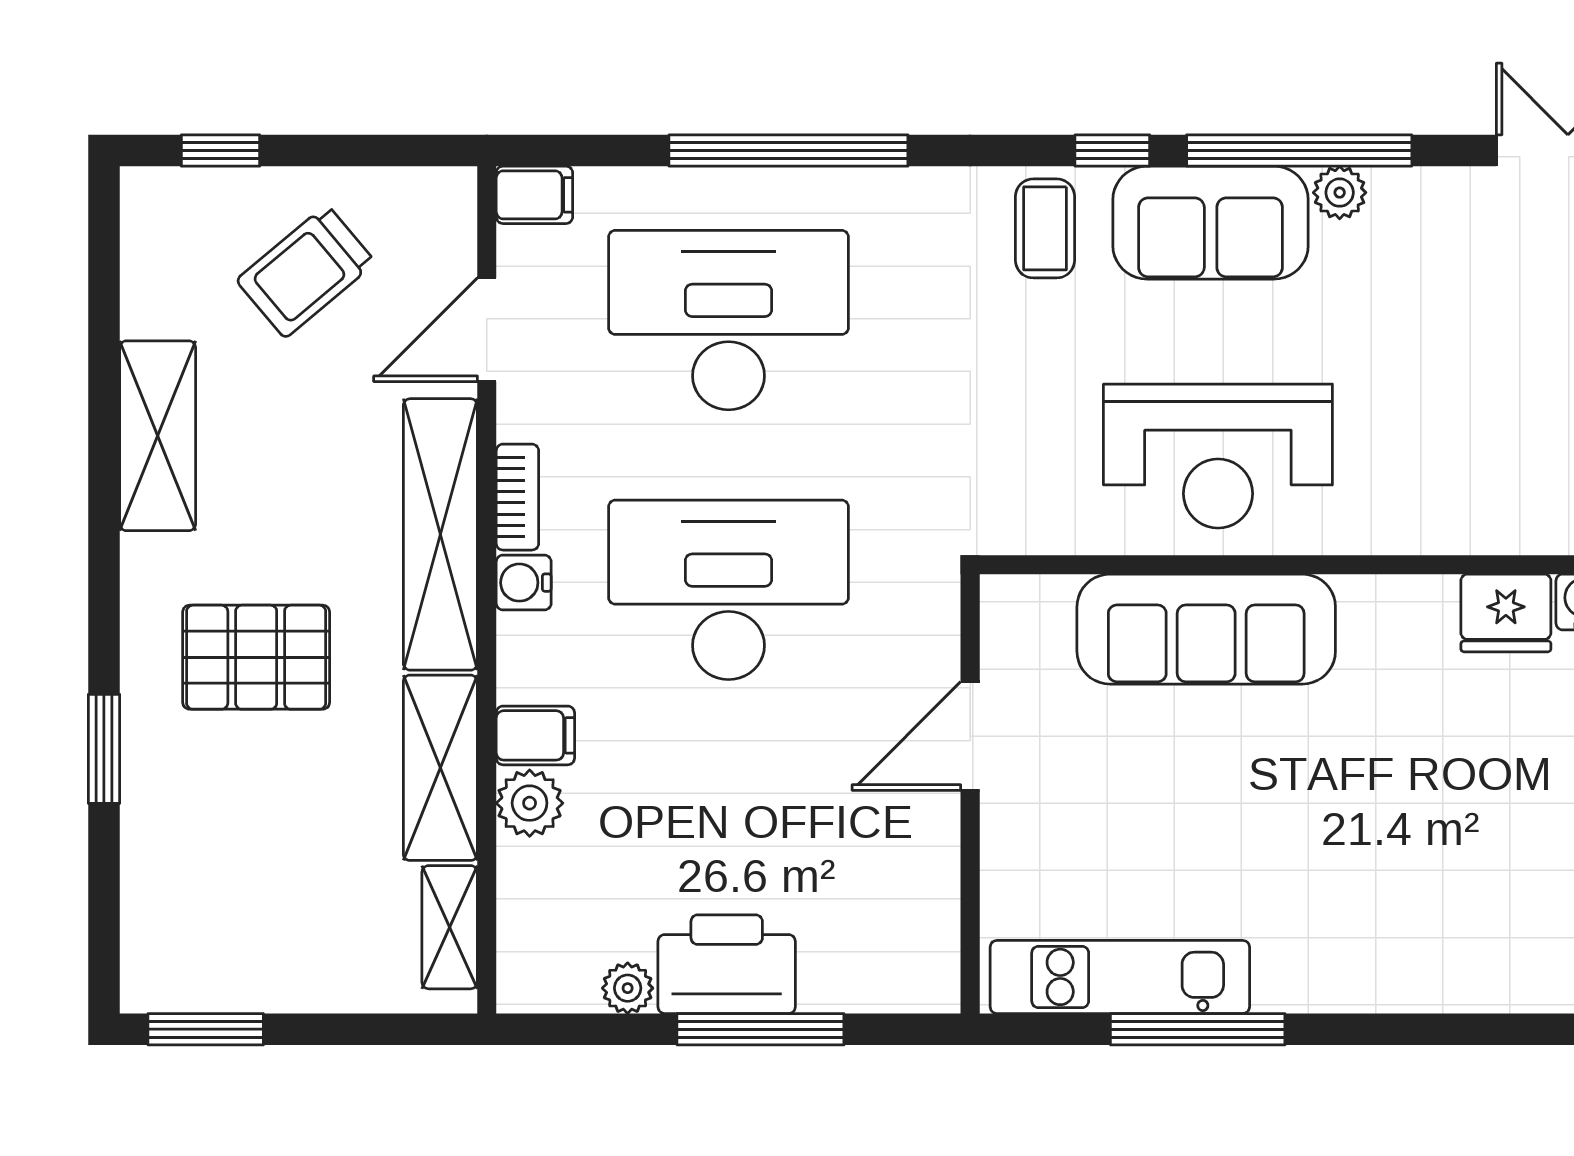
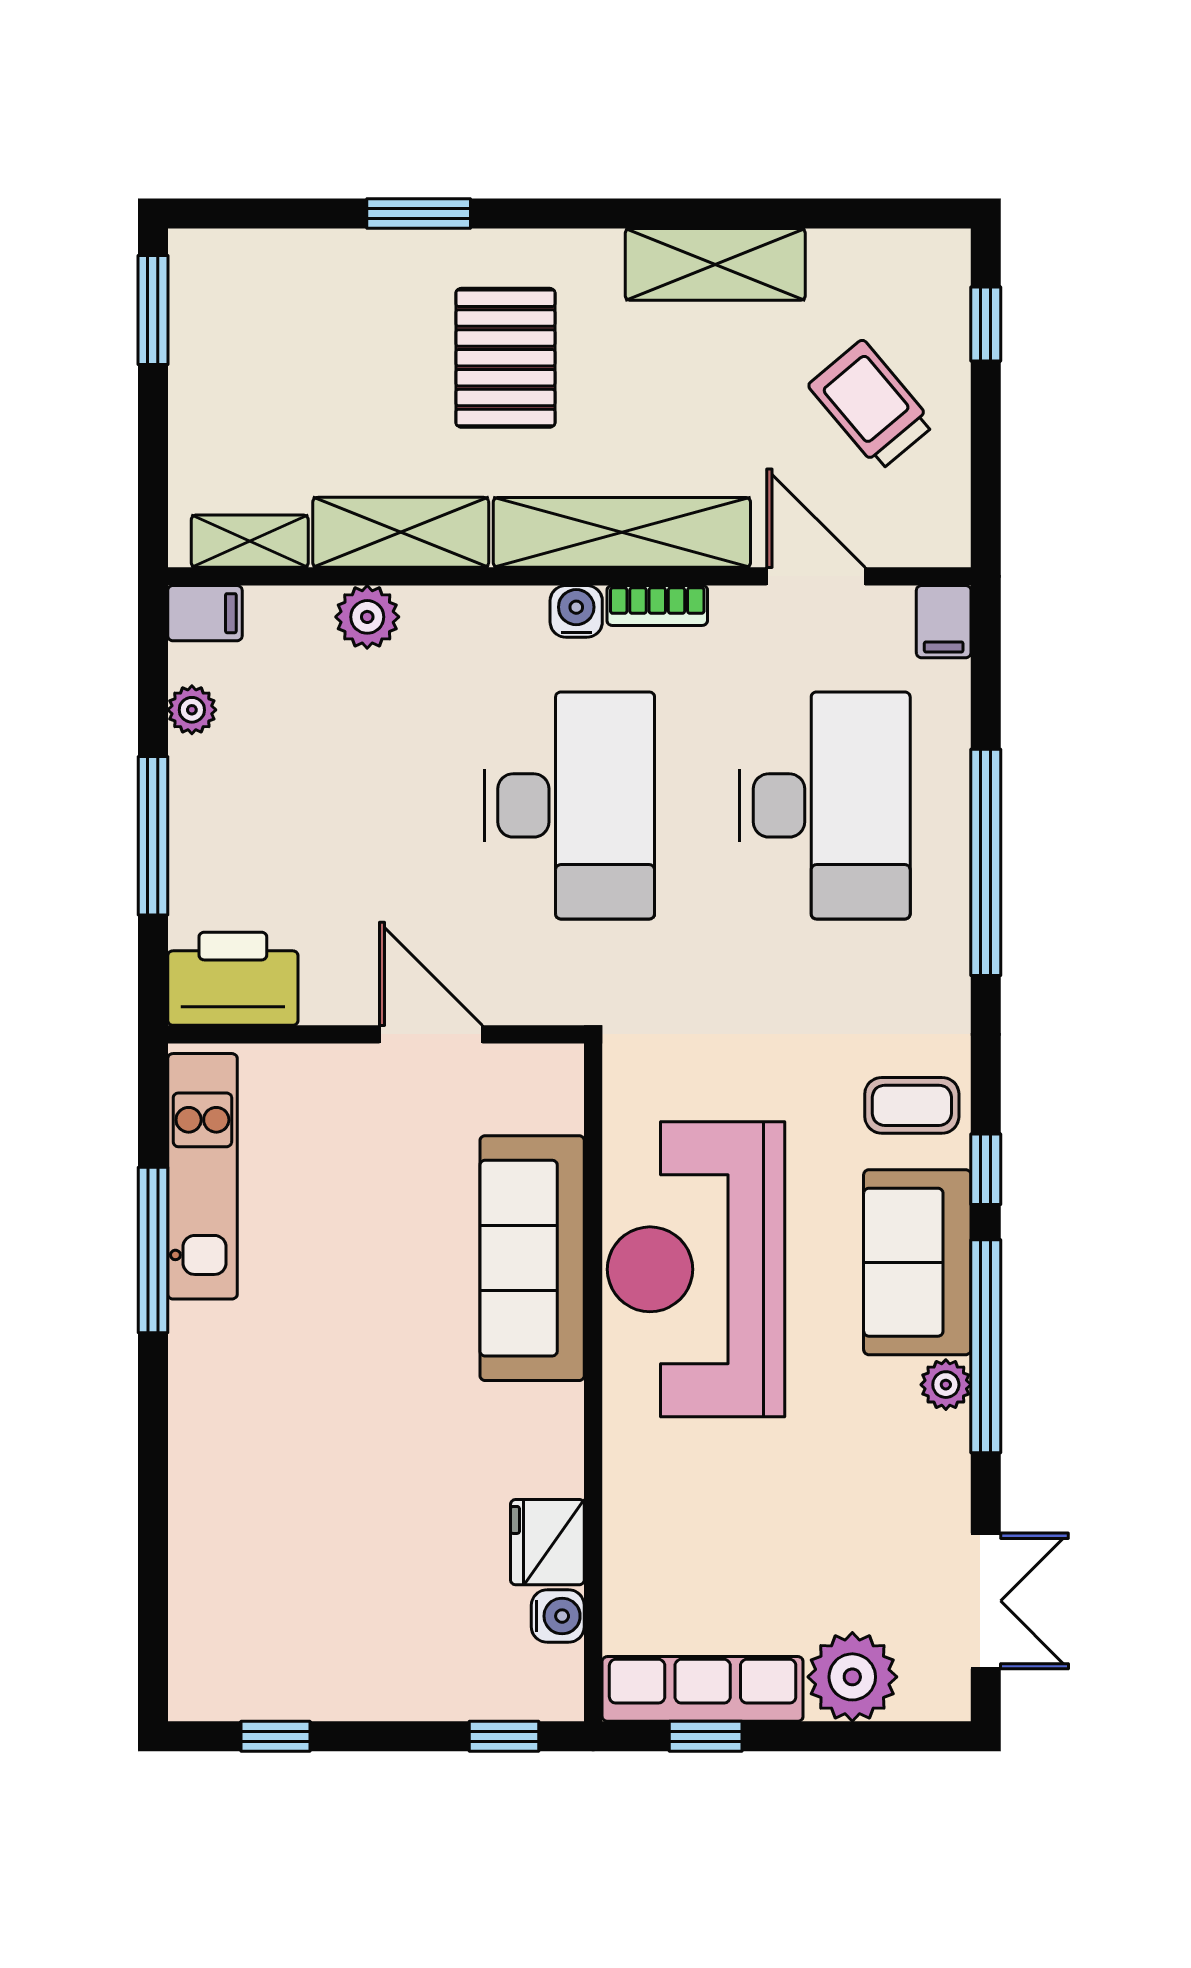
reception desk: (1218, 456) -> (696, 1269), width x1.36, depth x1.30
filing cabinet: (535, 735) -> (205, 613), moved, turned -90
printer: (727, 964) -> (233, 979), moved, turned -90

